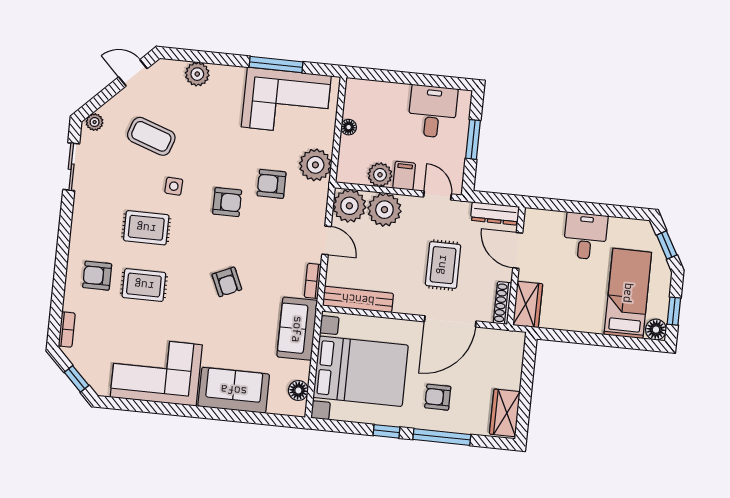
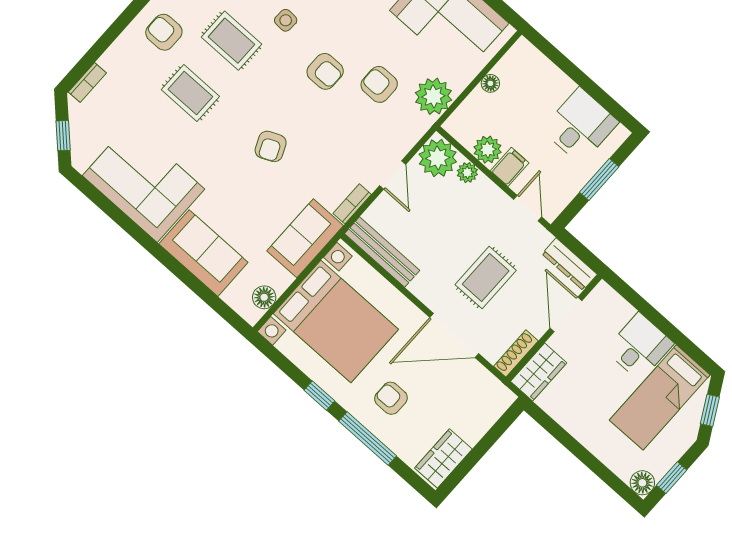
plant: (384, 210) -> (467, 173), width x0.53, depth x0.53
armchair: (97, 276) -> (164, 32), moved
bed: (628, 293) -> (660, 397), moved, turned 180

